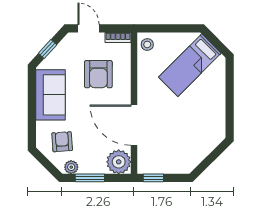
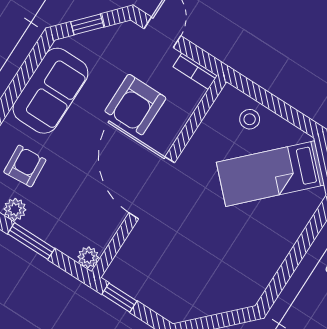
stool: (147, 44) -> (250, 119), moved
door: (134, 125) -> (152, 188), moved
plant: (119, 162) -> (88, 257), width x0.53, depth x0.53

